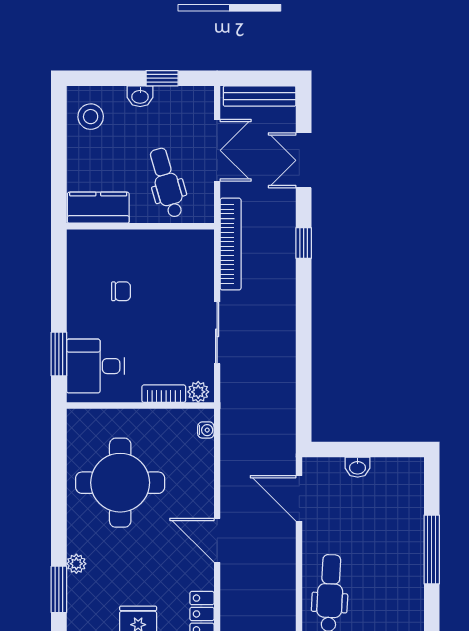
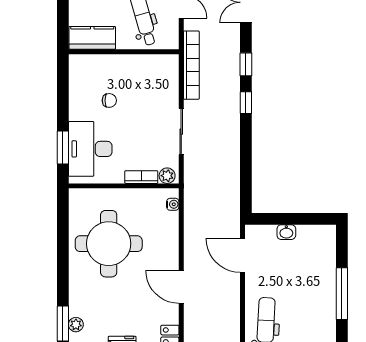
window: (304, 294) -> (246, 103), added
desk: (95, 366) -> (90, 149), width x1.37
plant: (76, 564) -> (76, 325), moved

